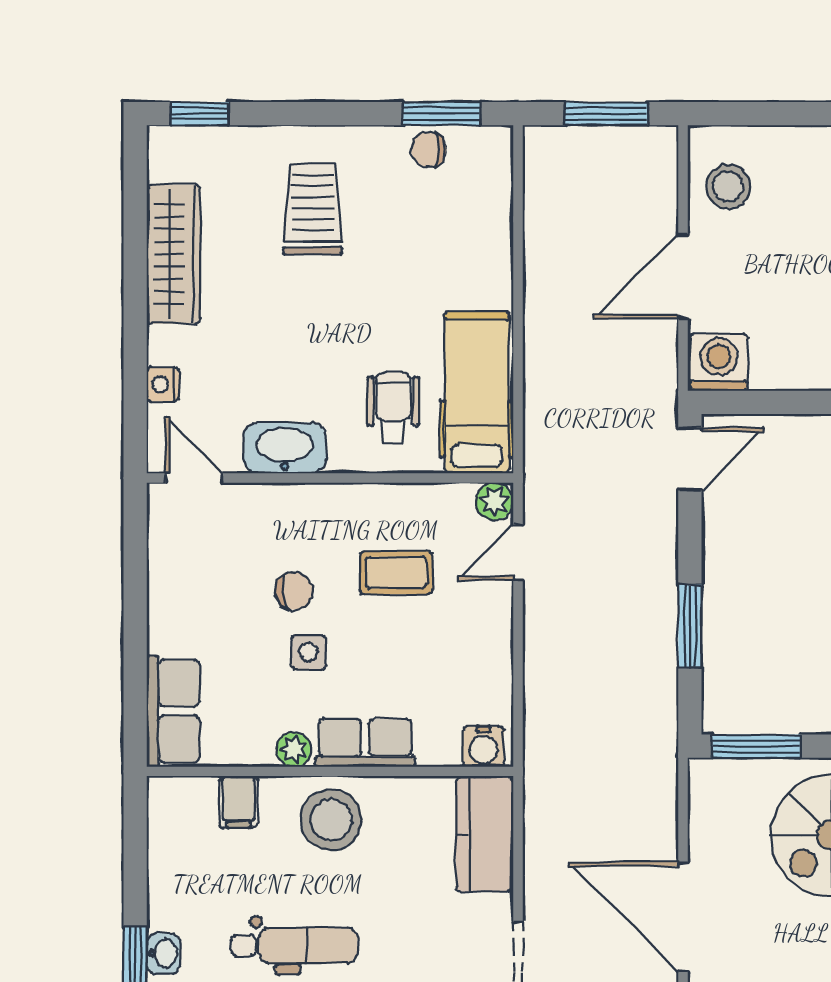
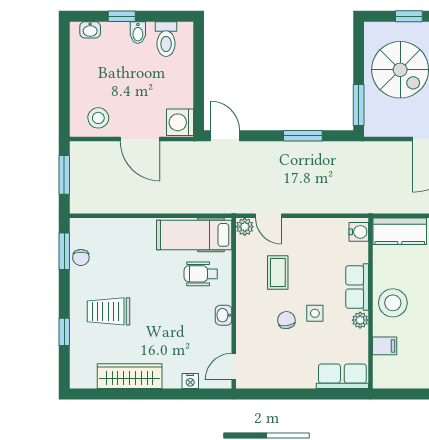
window: (199, 114) -> (64, 332), moved
washbasin: (285, 448) -> (224, 315), width x0.52, depth x0.69

